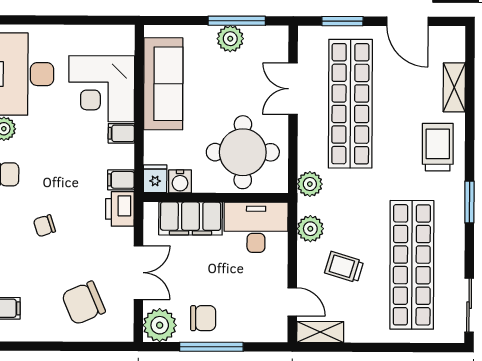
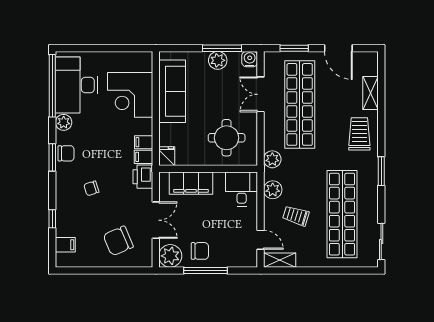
filing cabinet: (121, 133) -> (144, 142), moved
round table: (243, 152) -> (227, 138), width x0.73, depth x0.73
water cooler: (180, 181) -> (250, 59), moved, turned 180
desk: (256, 227) -> (242, 189), width x0.73

